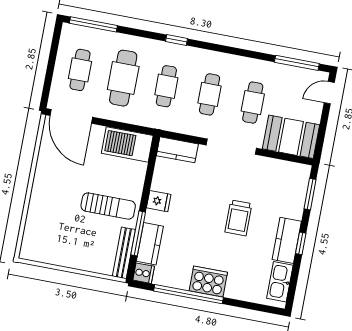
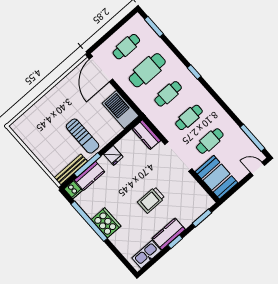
window: (93, 24) -> (154, 27), width x0.69

